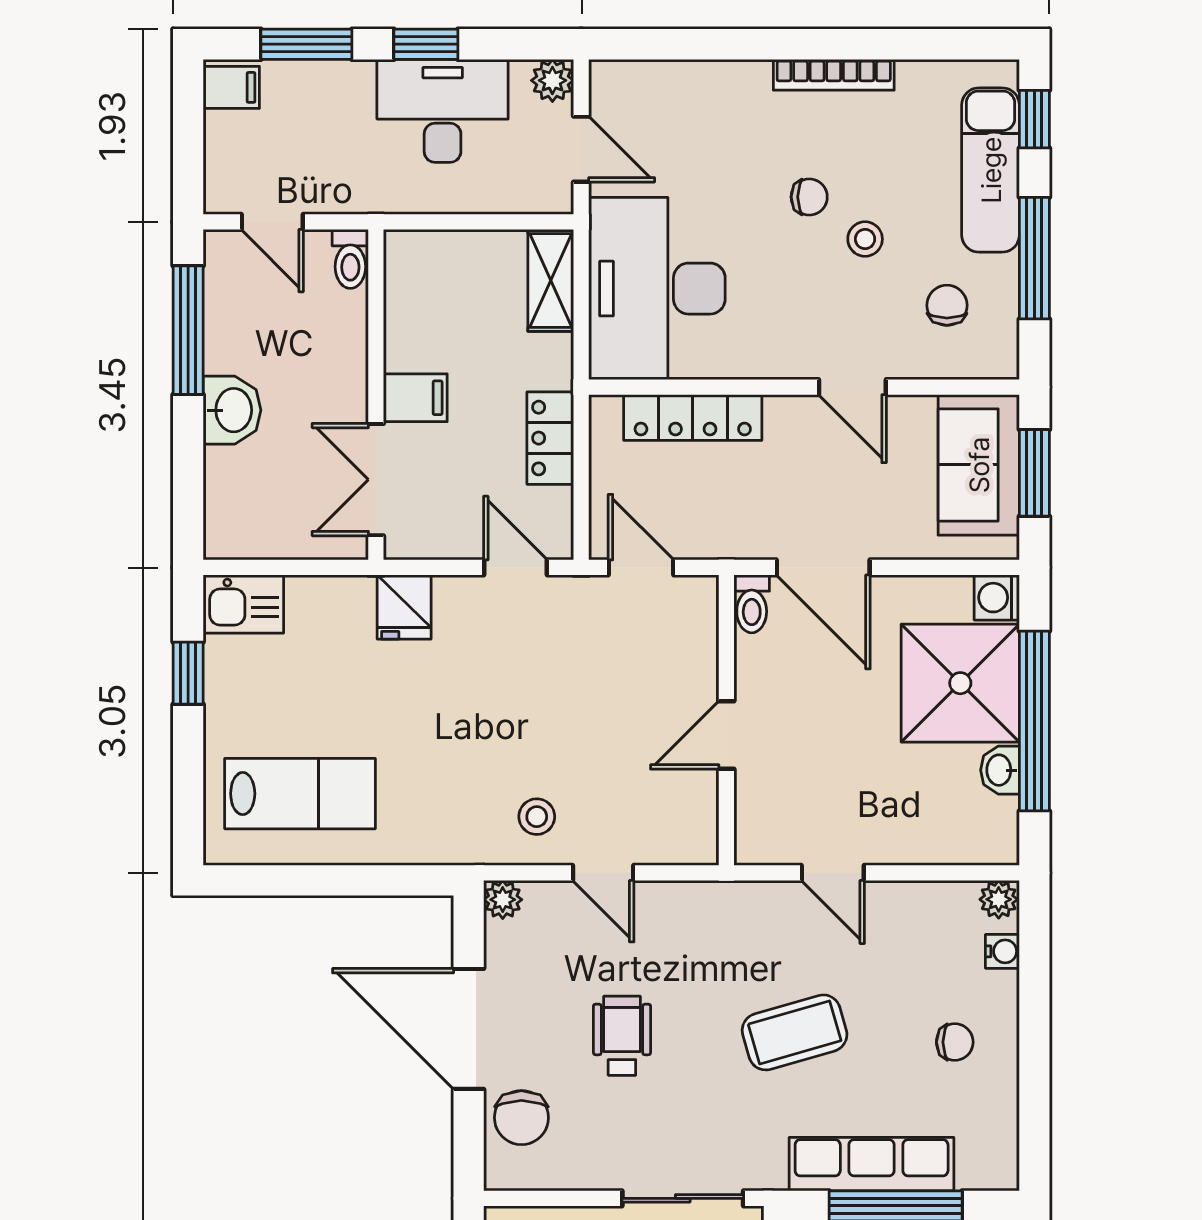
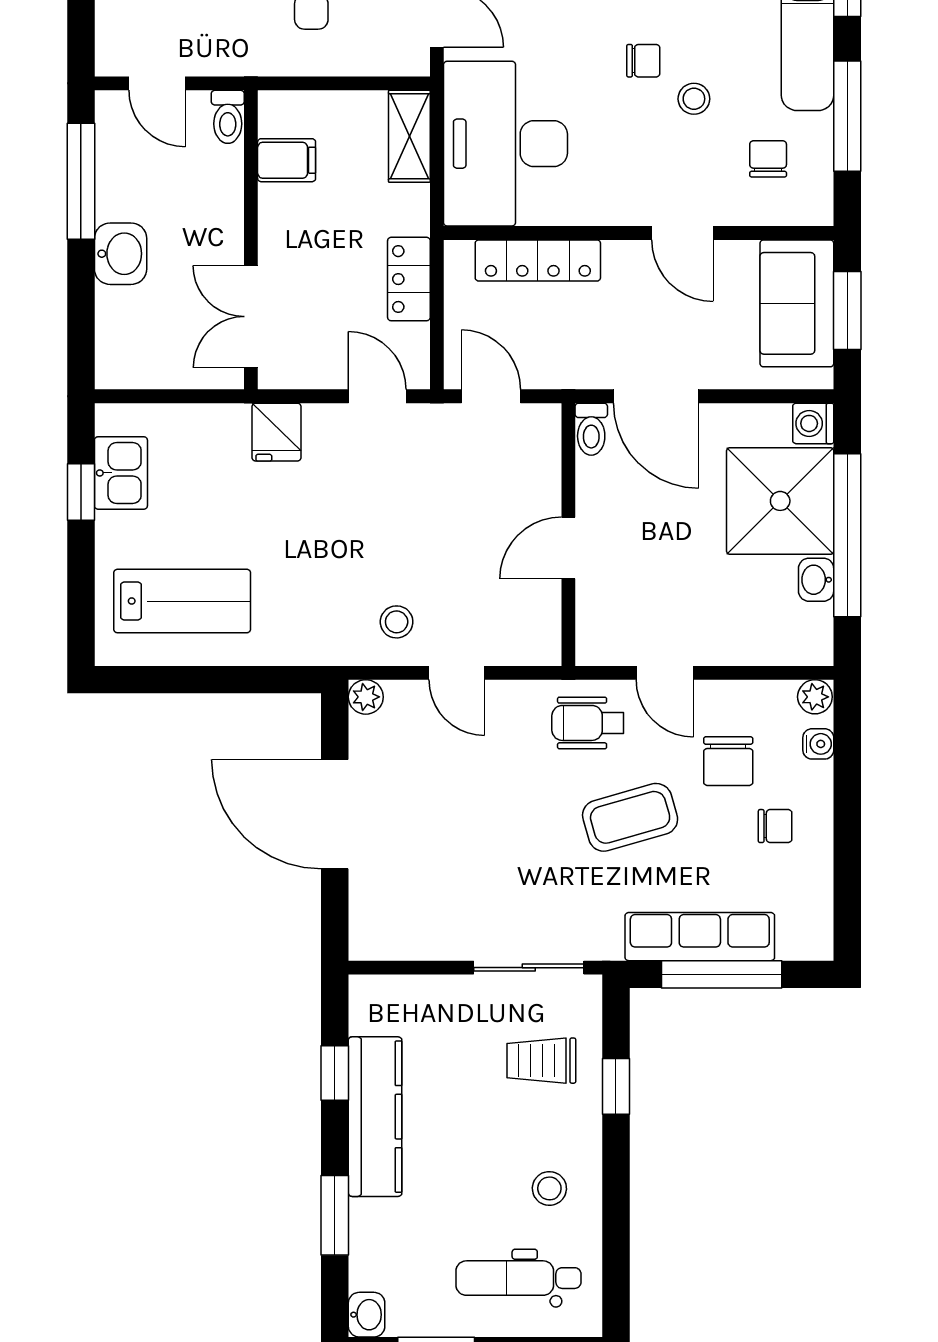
filing cabinet: (415, 398) -> (287, 160), moved
kitchen sink: (243, 604) -> (121, 473), moved, turned -90
wheelchair: (622, 1036) -> (588, 723), moved, turned -90
chair: (521, 1118) -> (728, 761), moved

